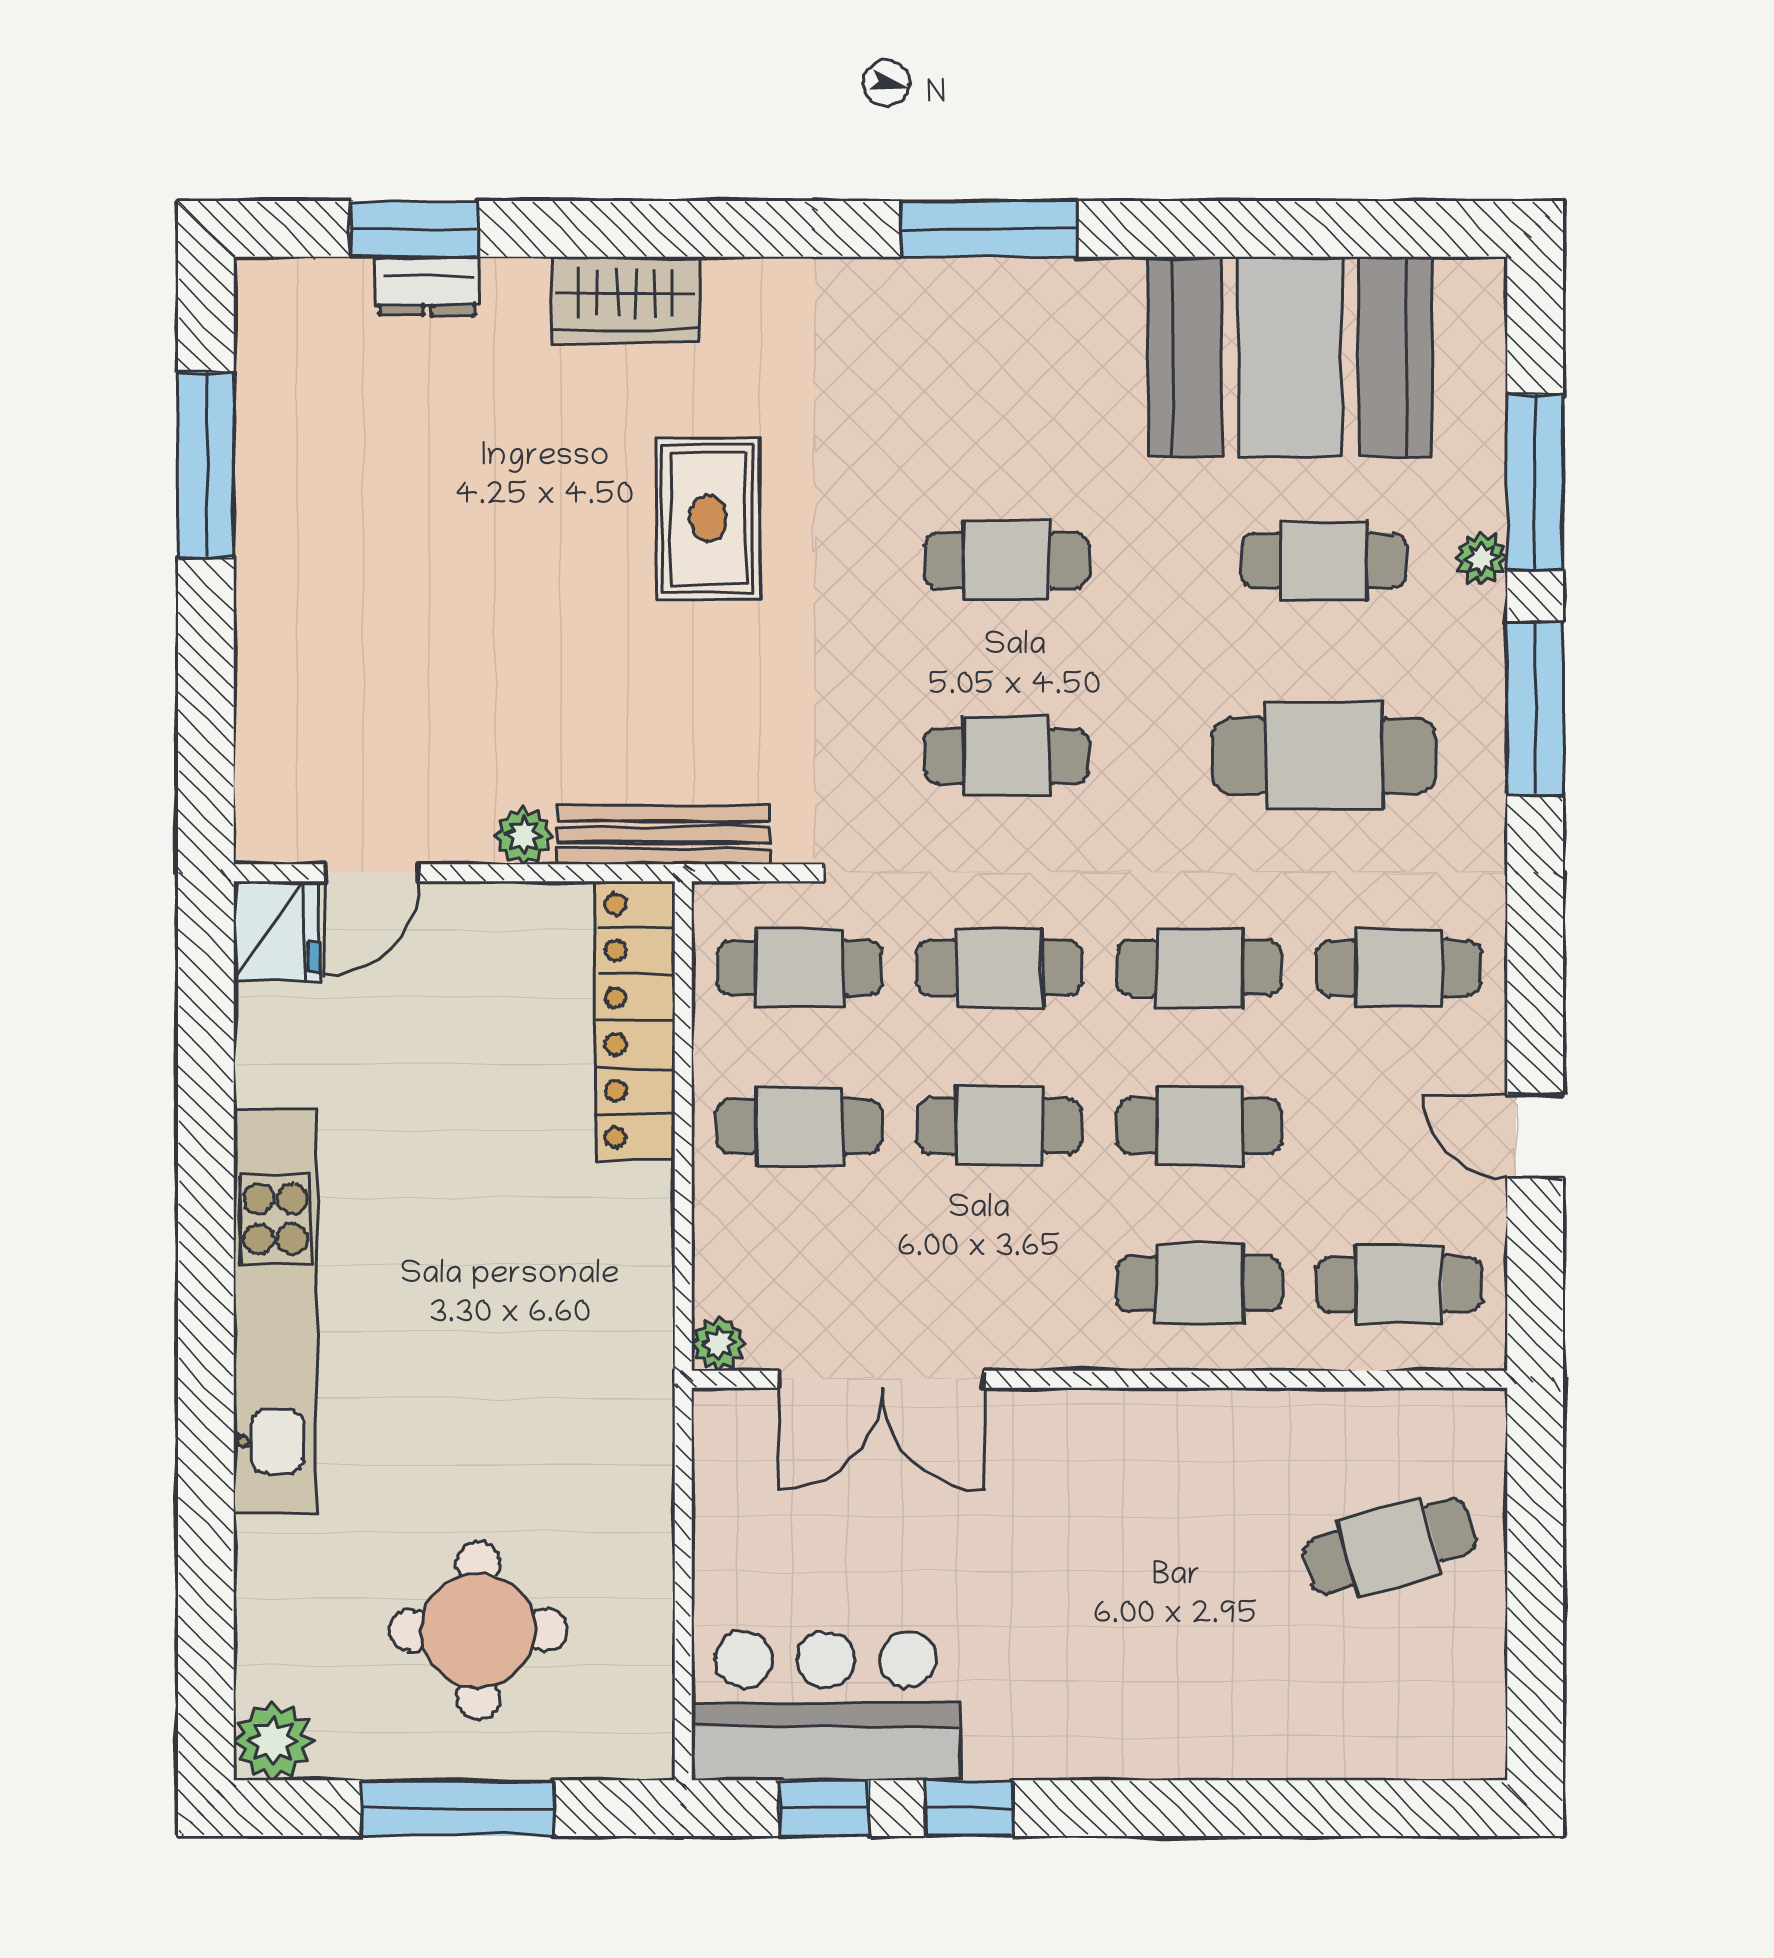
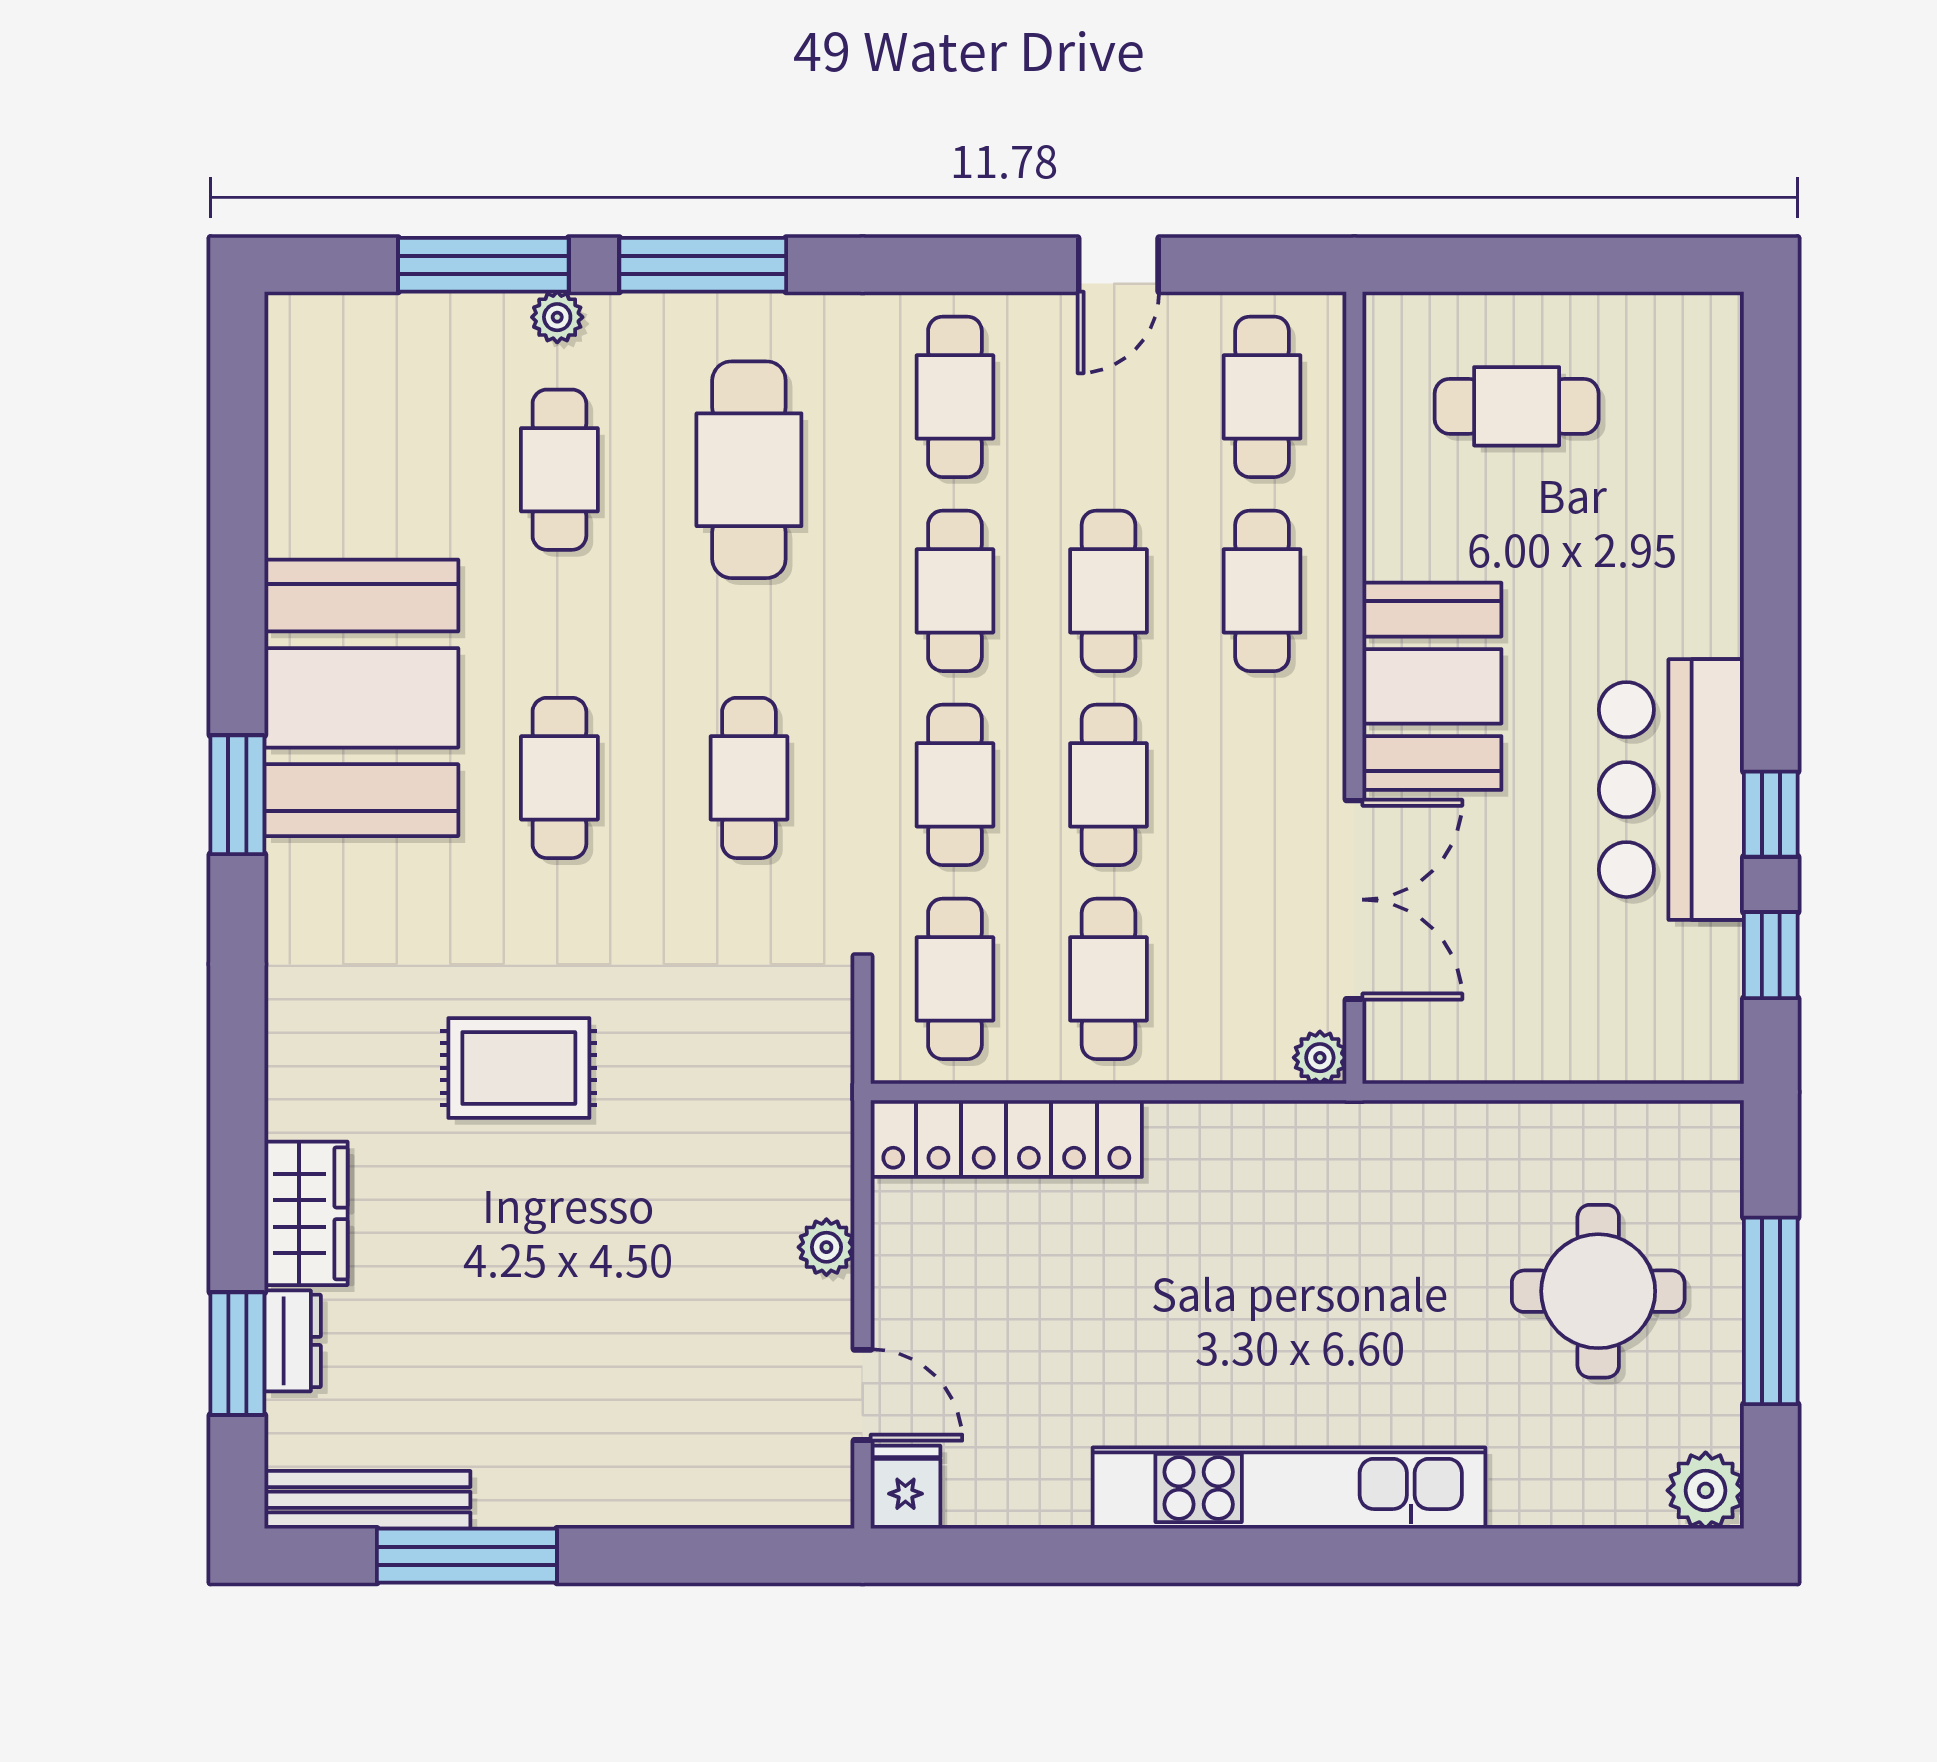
window: (989, 229) -> (237, 795), width x0.69
wardrobe: (626, 300) -> (306, 1213), moved
booth: (1290, 357) -> (361, 698), moved
bench: (664, 835) -> (367, 1500), moved, turned 90
fridge: (276, 931) -> (905, 1487), width x0.72
booth: (1101, 1459) -> (1432, 686), added
cafe table: (1389, 1546) -> (1517, 406), turned -74
bar counter: (826, 1706) -> (1671, 790), moved

